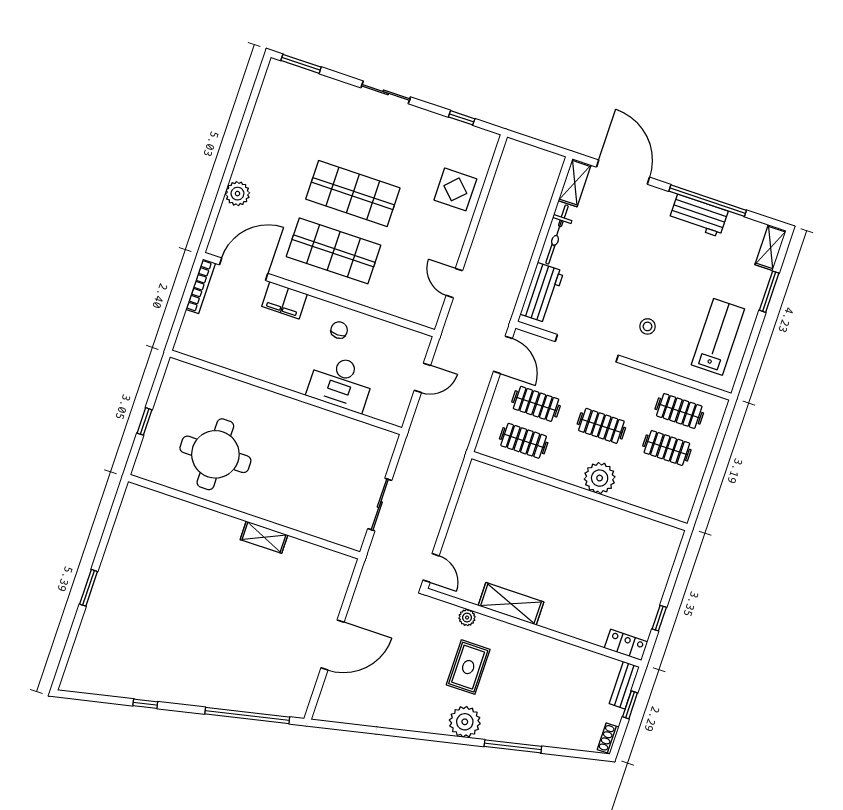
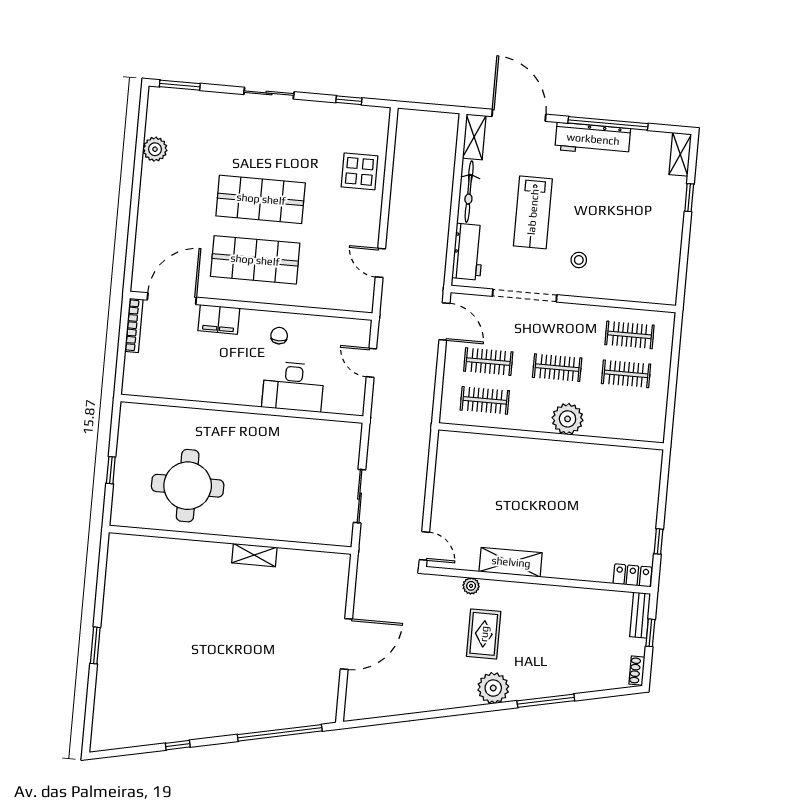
plant: (237, 194) -> (155, 149), moved
workbench: (699, 216) -> (593, 139), width x1.38
window: (769, 292) -> (689, 198), width x0.67
lab bench: (718, 337) -> (533, 212), moved, turned 180
door: (422, 378) -> (371, 363), swing flipped

